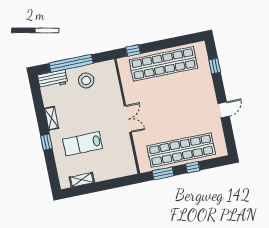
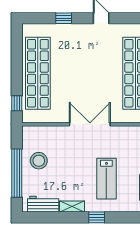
window: (215, 66) -> (64, 18), moved
workbench: (53, 79) -> (43, 204), moved, turned -90
double door: (128, 119) -> (90, 124), width x1.37

